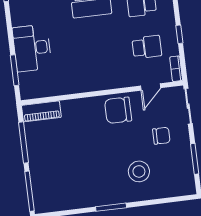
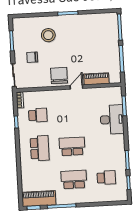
school desk: (147, 47) -> (38, 115), turned 180
door: (151, 87) -> (76, 87), moved
chair: (118, 110) -> (59, 76), turned -90
piano: (41, 111) -> (96, 79), moved

